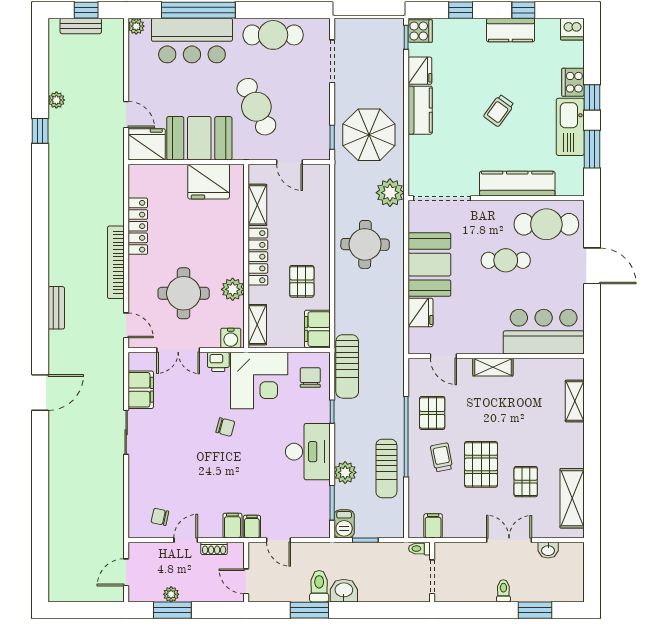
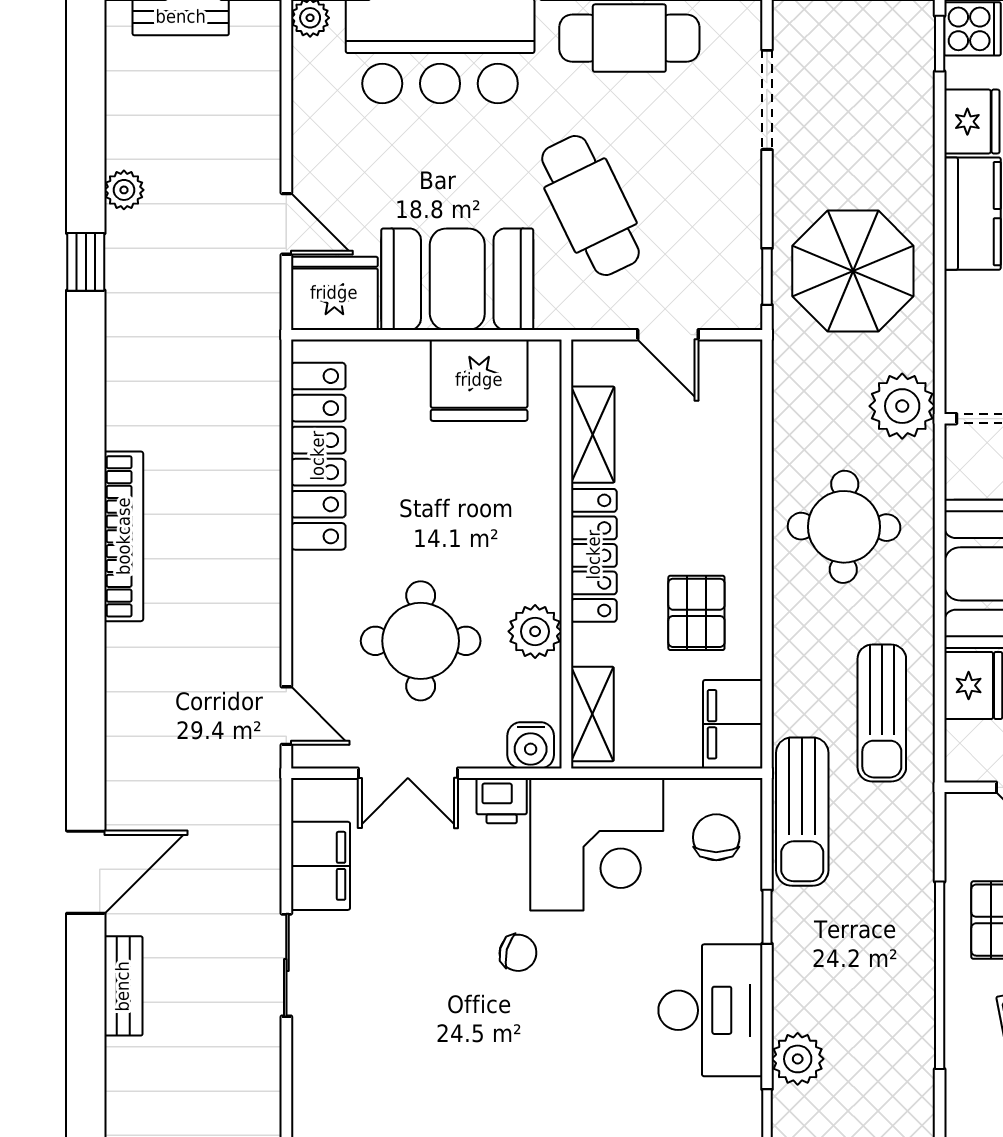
locker: (138, 226) -> (318, 456), width x1.41, depth x1.21
bookcase: (116, 262) -> (124, 536), moved, turned 180
bench: (56, 308) -> (123, 986), moved
sun lounger: (386, 468) -> (882, 713), moved

